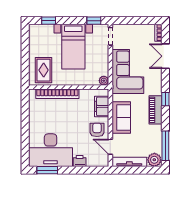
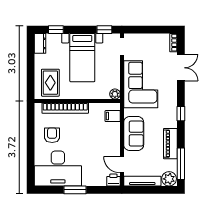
dresser: (34, 33) -> (40, 43), added
double door: (165, 56) -> (181, 68), swing flipped
filing cabinet: (102, 106) -> (113, 116), width x0.50
piano: (156, 110) -> (170, 144), moved
armchair: (97, 130) -> (52, 135), moved
printer: (80, 161) -> (113, 180), moved
window: (47, 170) -> (75, 190), moved

